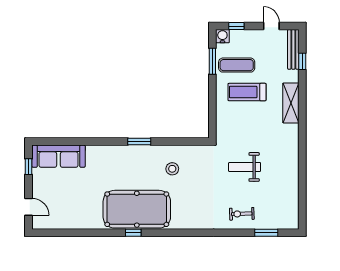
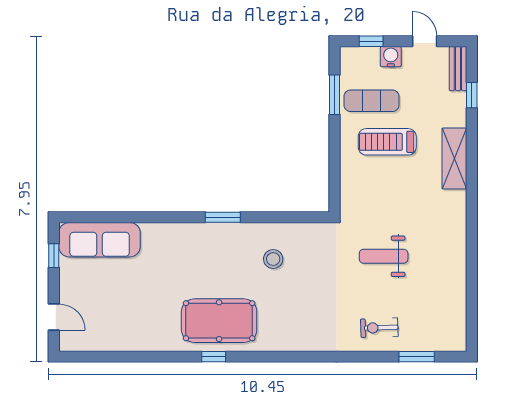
water cooler: (222, 36) -> (391, 57), moved
bench: (293, 49) -> (458, 69), width x0.73
pool table: (137, 209) -> (219, 321), width x0.73, depth x0.76

